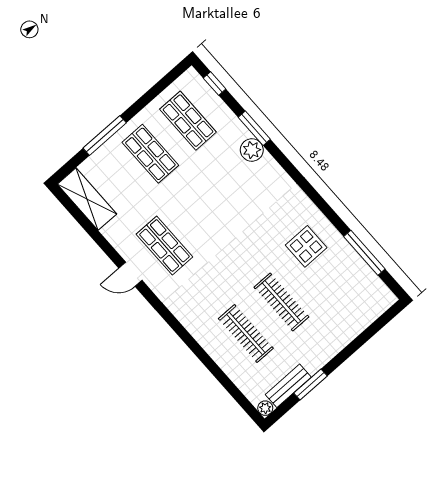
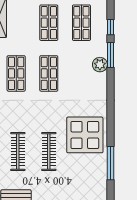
window: (215, 83) -> (110, 27), moved
shop shelf: (202, 212) -> (49, 73), added
display table: (306, 246) -> (85, 135), width x1.86, depth x1.86

